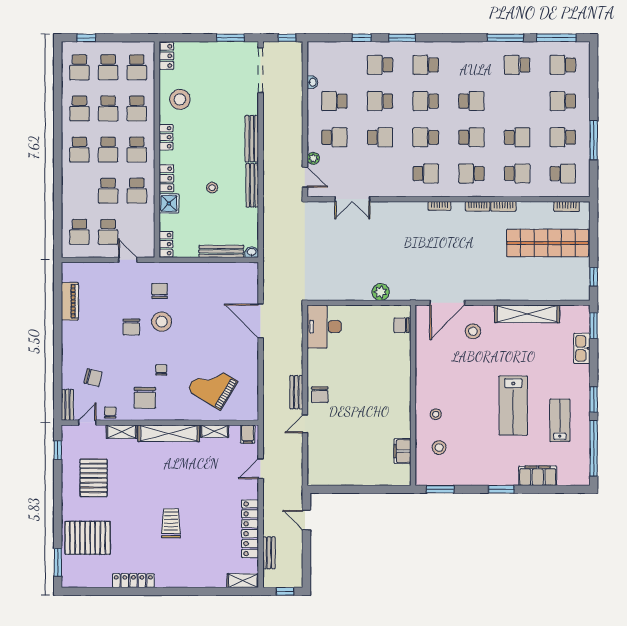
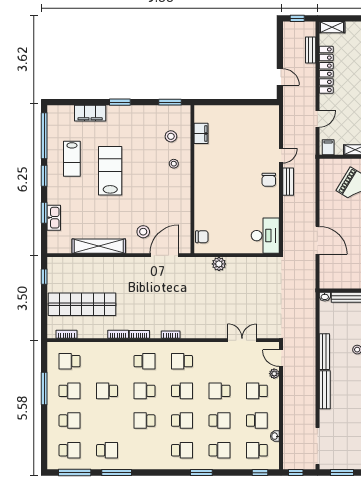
window: (362, 38) -> (260, 473), moved
school desk: (517, 174) -> (257, 450), moved
window: (594, 326) -> (44, 213), moved
chair: (320, 395) -> (269, 180), turned 180

